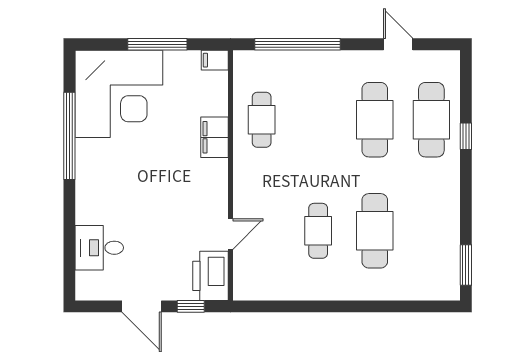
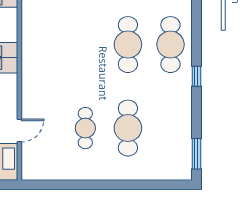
cafe table: (262, 120) -> (43, 45), removed
window: (466, 136) -> (196, 76), moved

